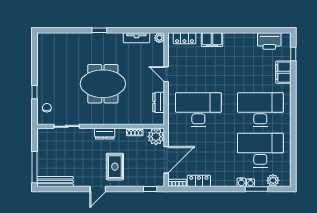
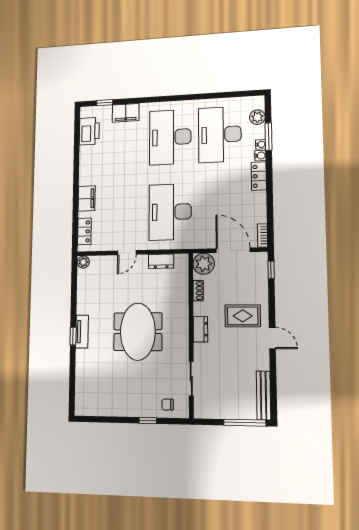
tv unit: (136, 38) -> (82, 332), moved
locker: (199, 181) -> (259, 176), moved

